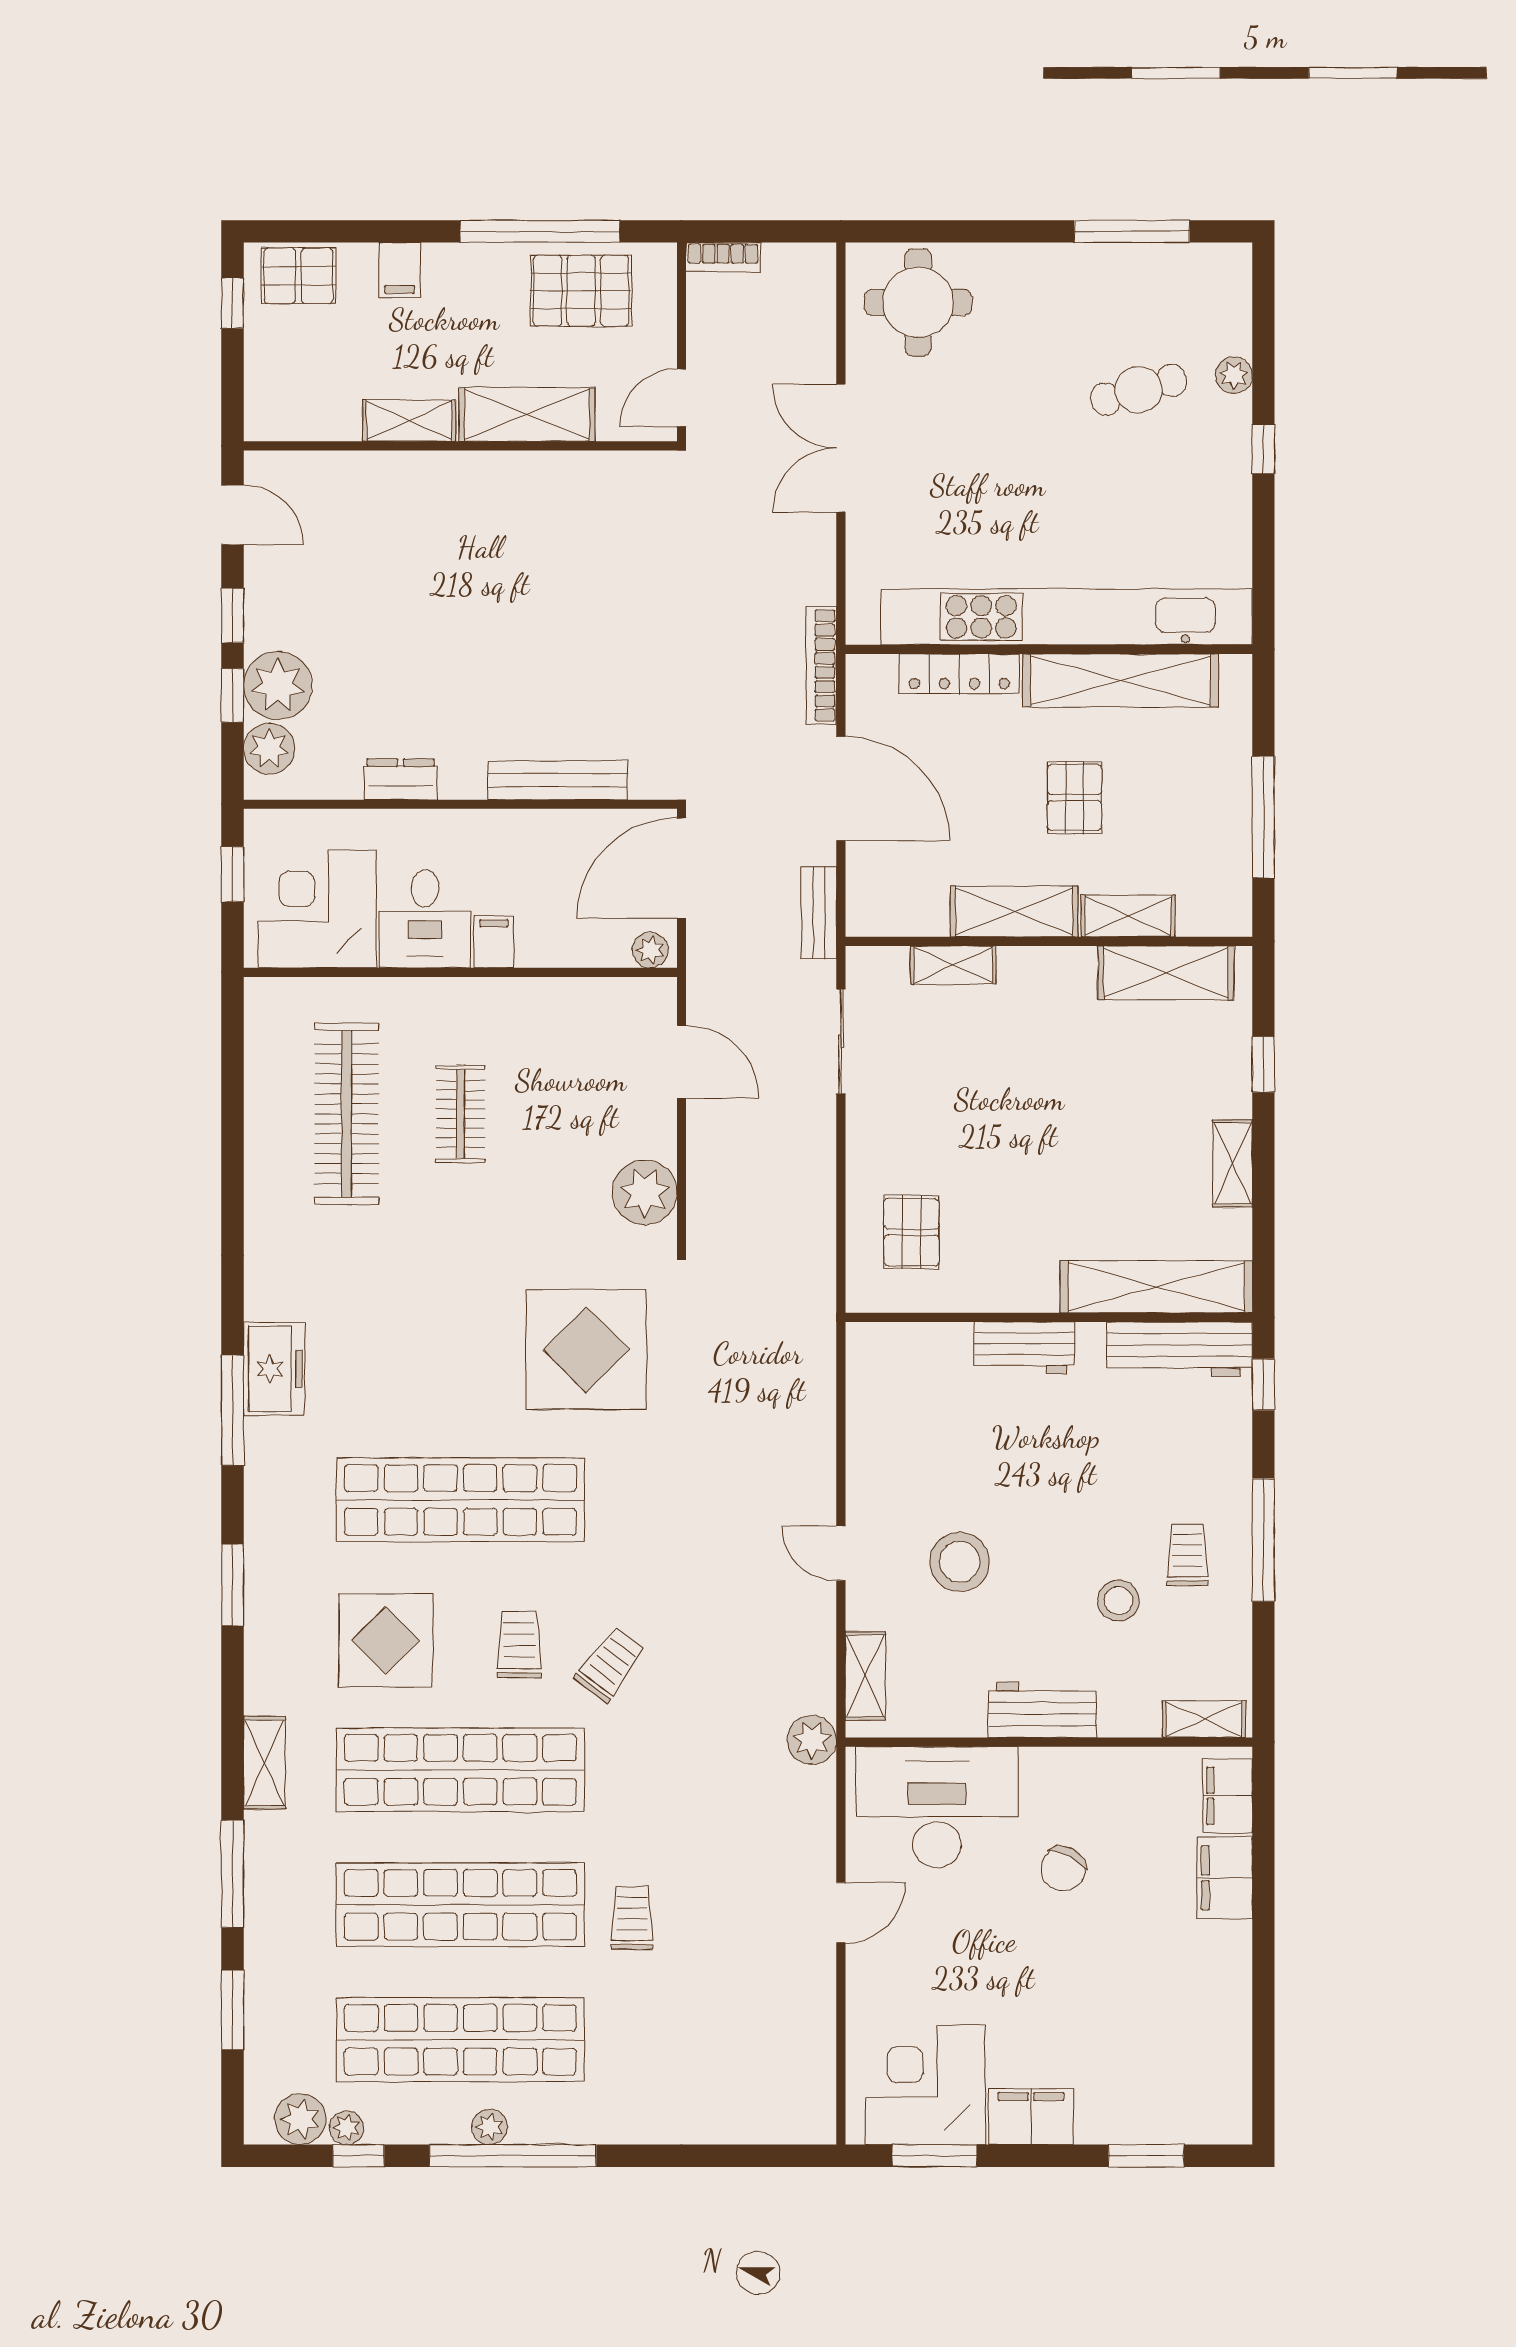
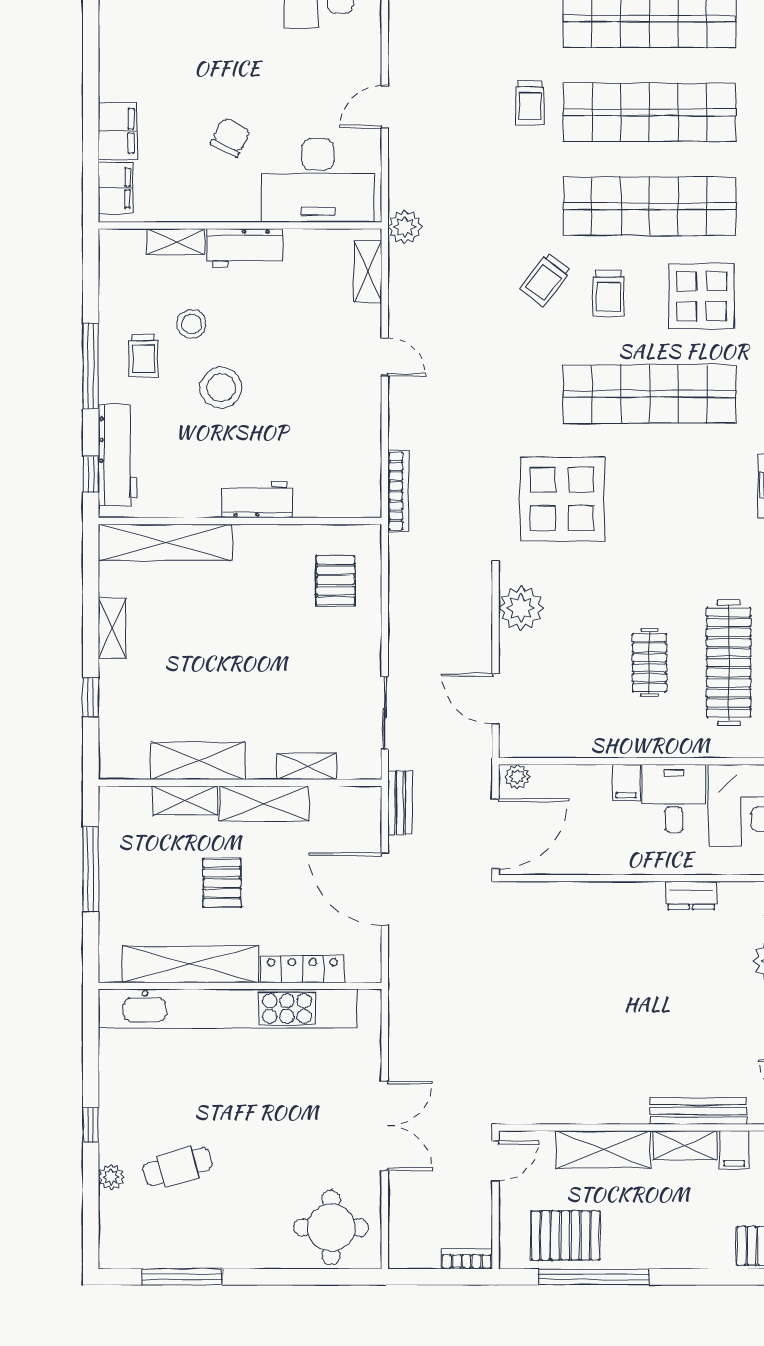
filing cabinet: (400, 270) -> (734, 1150), moved, turned 180
bookcase: (821, 665) -> (398, 491), moved
bench: (558, 780) -> (698, 1111), moved
shelving: (1166, 973) -> (198, 761), moved
workbench: (1179, 1349) -> (117, 455), moved, turned 90
stool: (960, 1562) -> (221, 388), moved
shelving: (1204, 1719) -> (176, 242), moved

